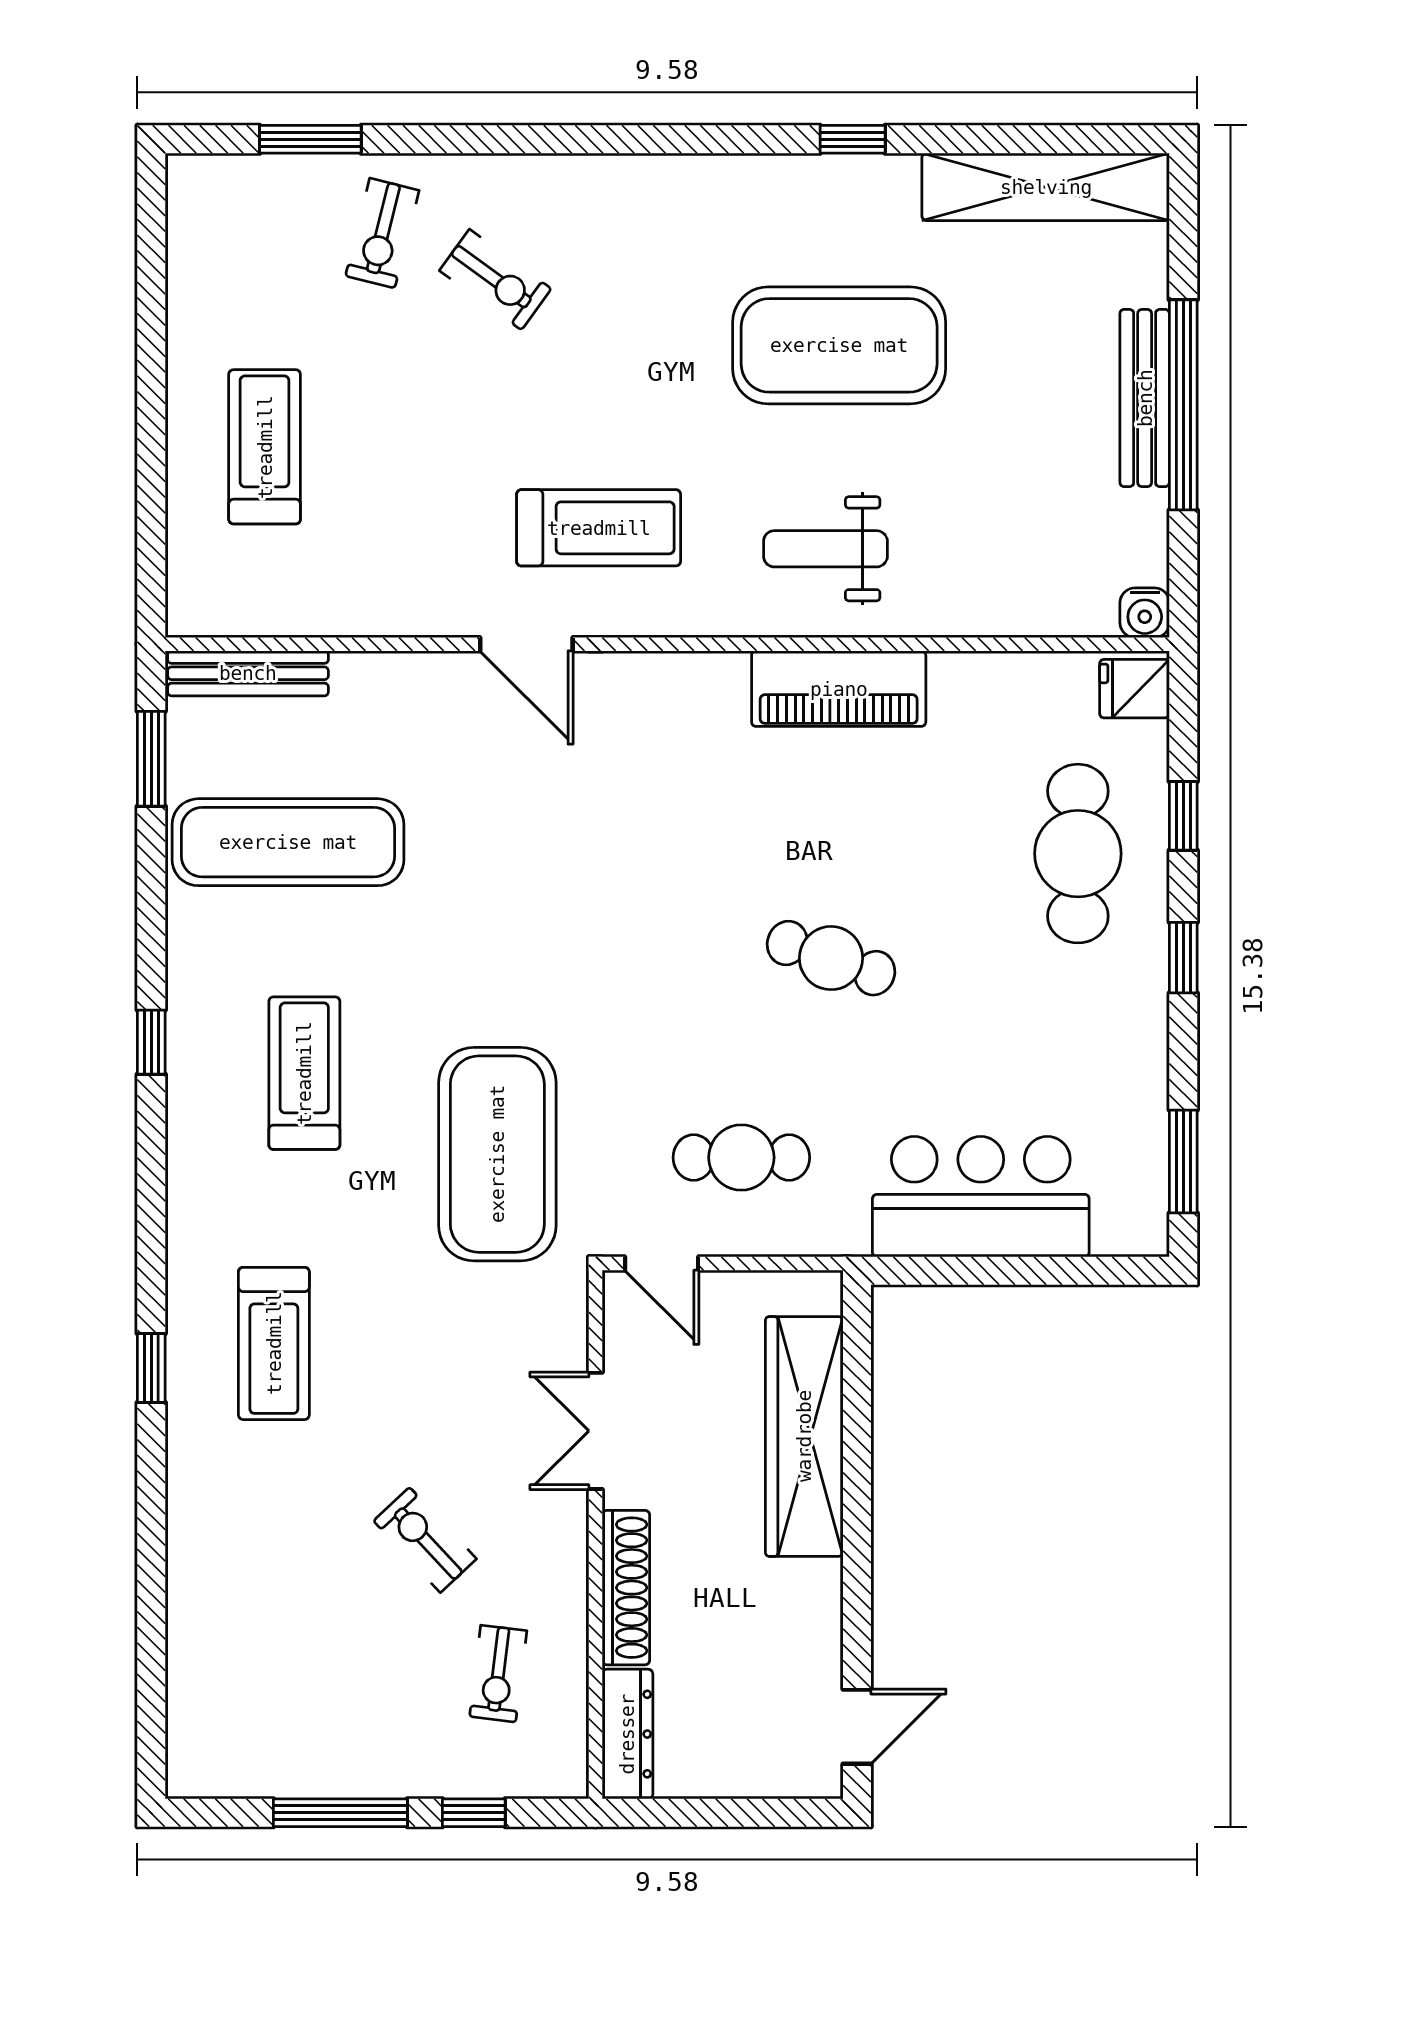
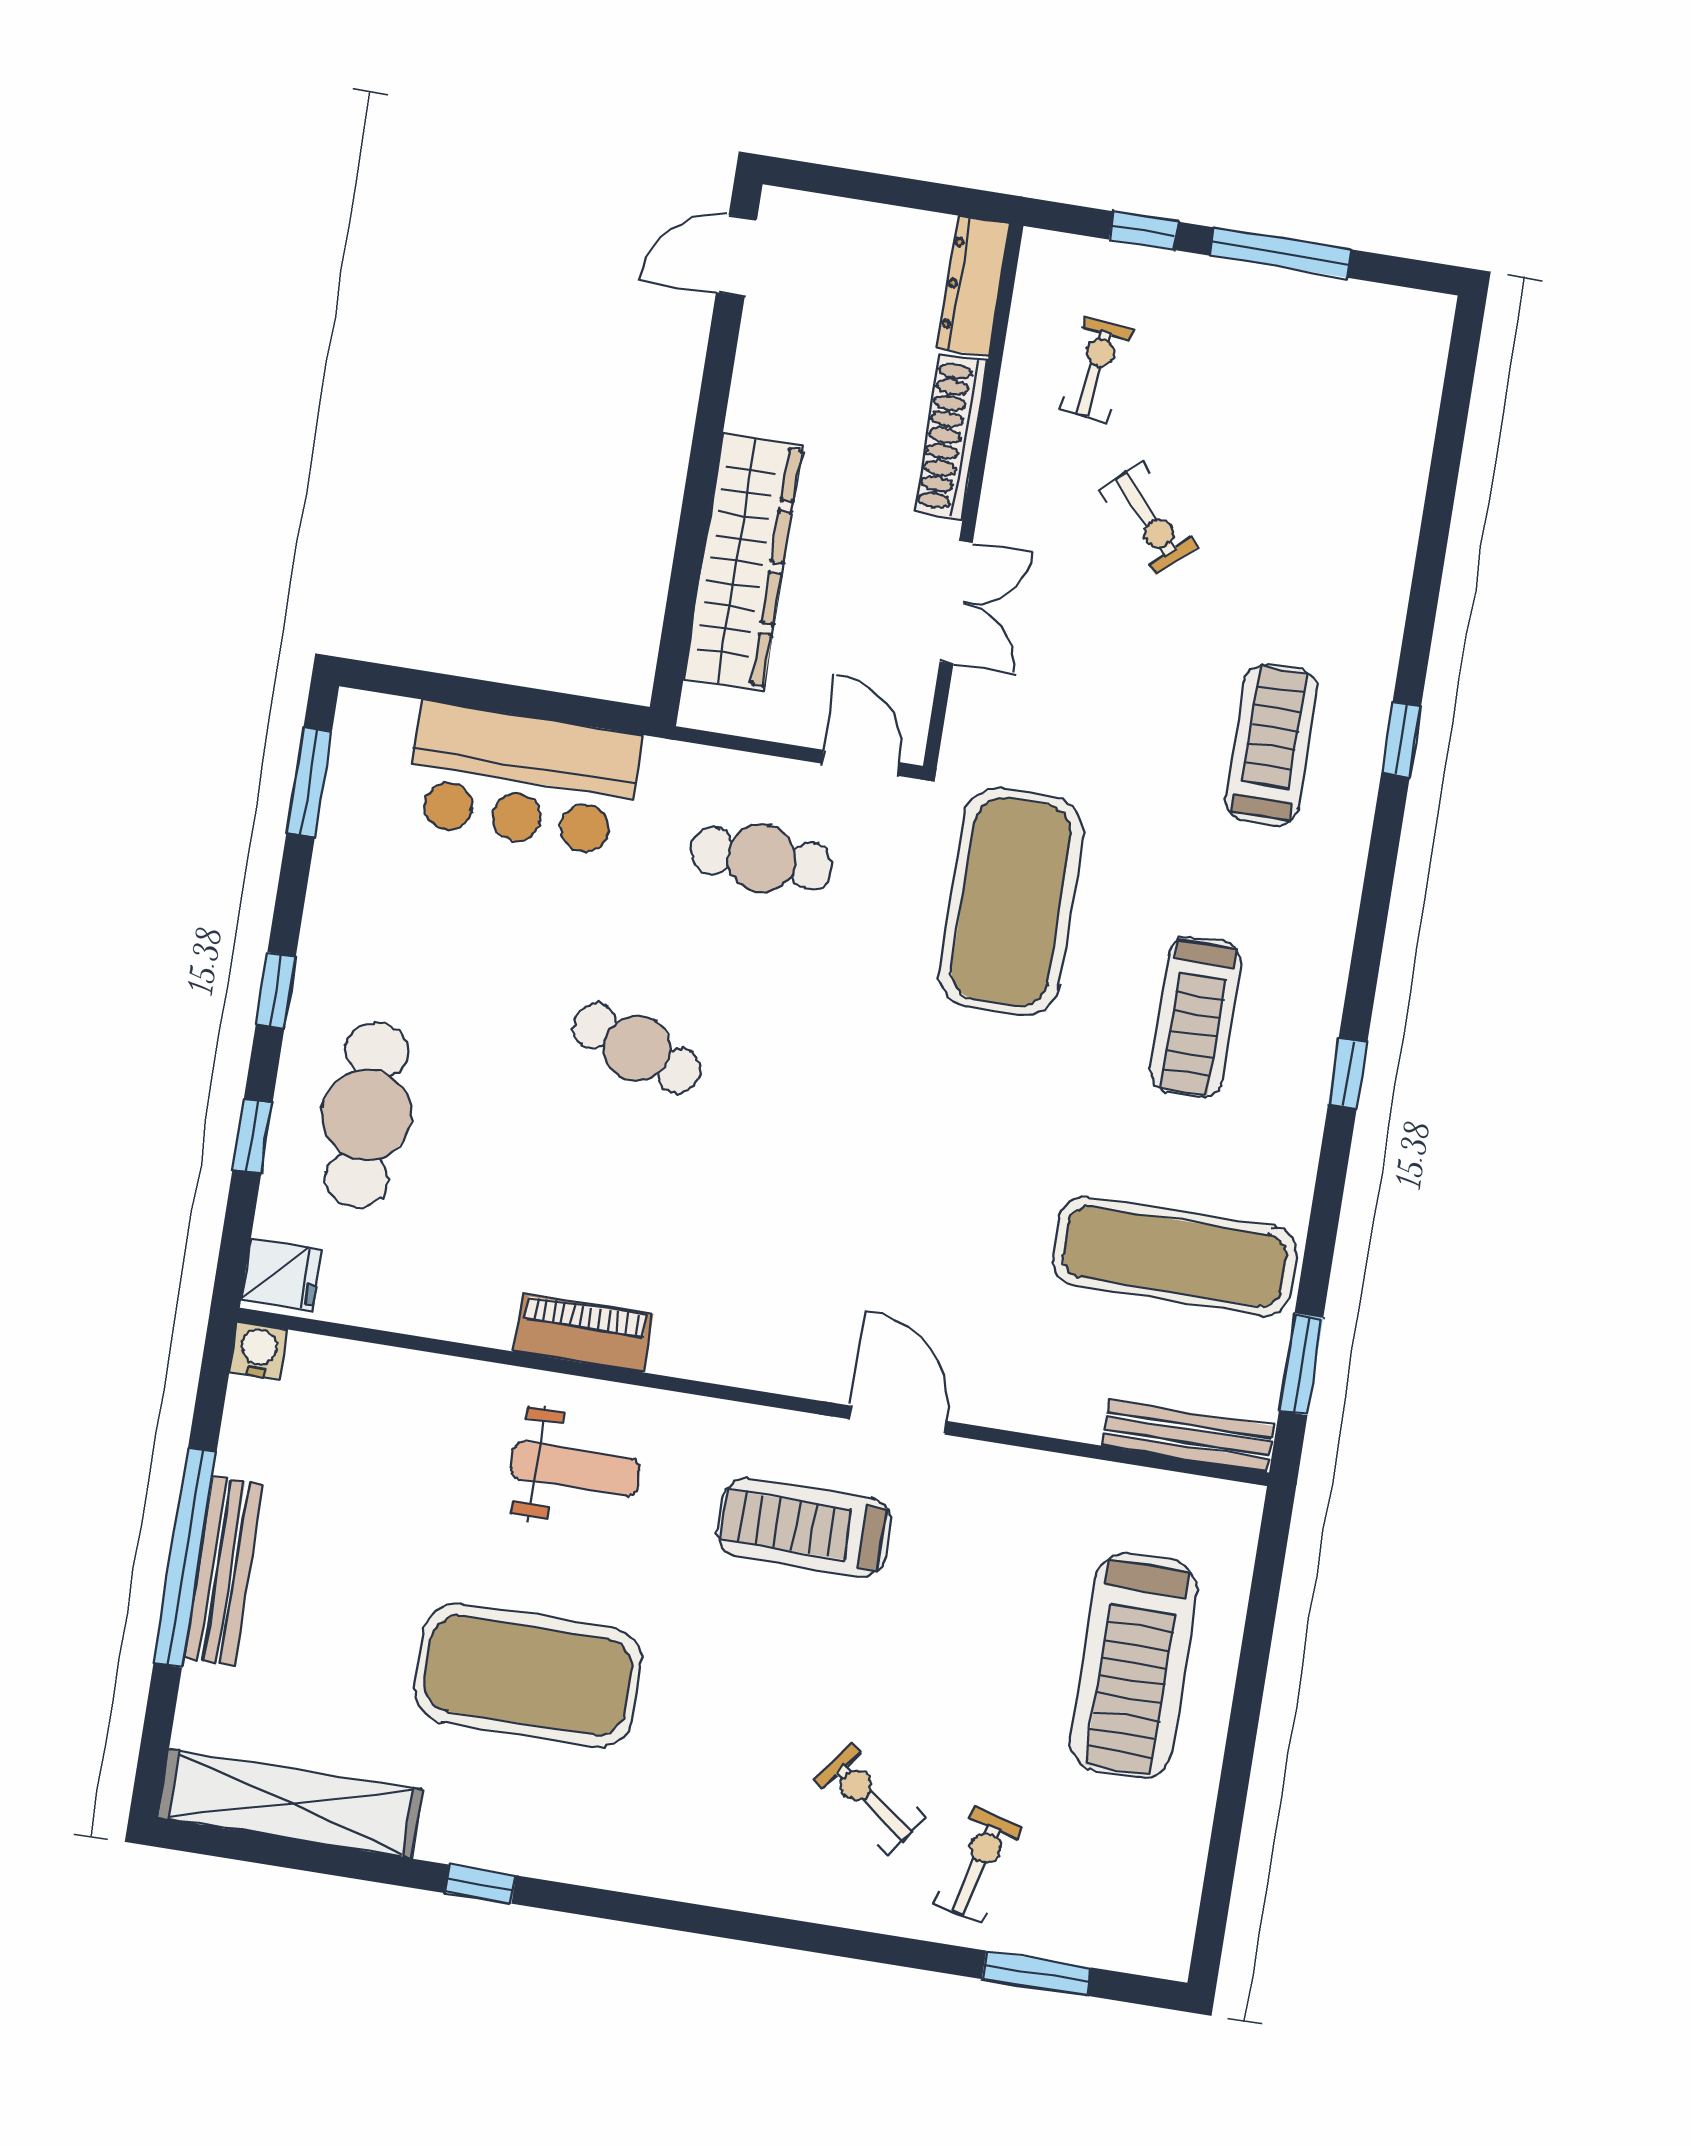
treadmill: (265, 447) -> (1134, 1665), width x1.37, depth x1.38
piano: (839, 689) -> (583, 1333), width x0.73, depth x0.75

